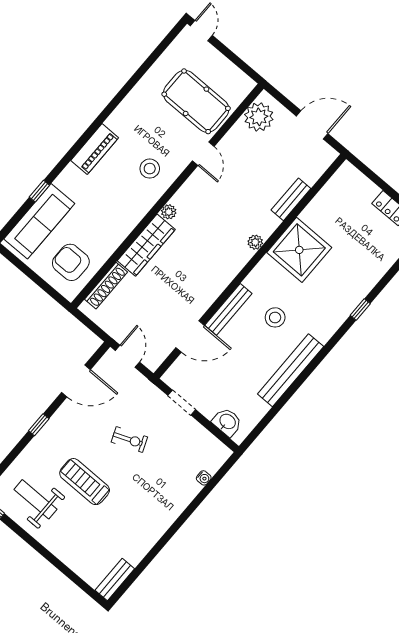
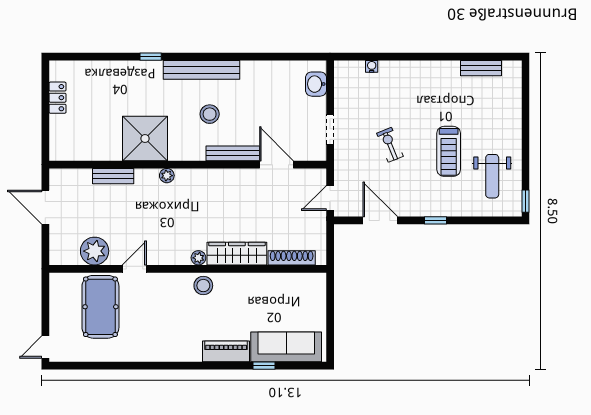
plant: (259, 117) -> (95, 251), moved
piano: (95, 149) -> (226, 351), moved
stool: (150, 169) -> (203, 286), moved
armchair: (71, 262) -> (297, 298), removed
bench: (291, 370) -> (201, 70), moved
bench: (115, 579) -> (481, 68), moved

